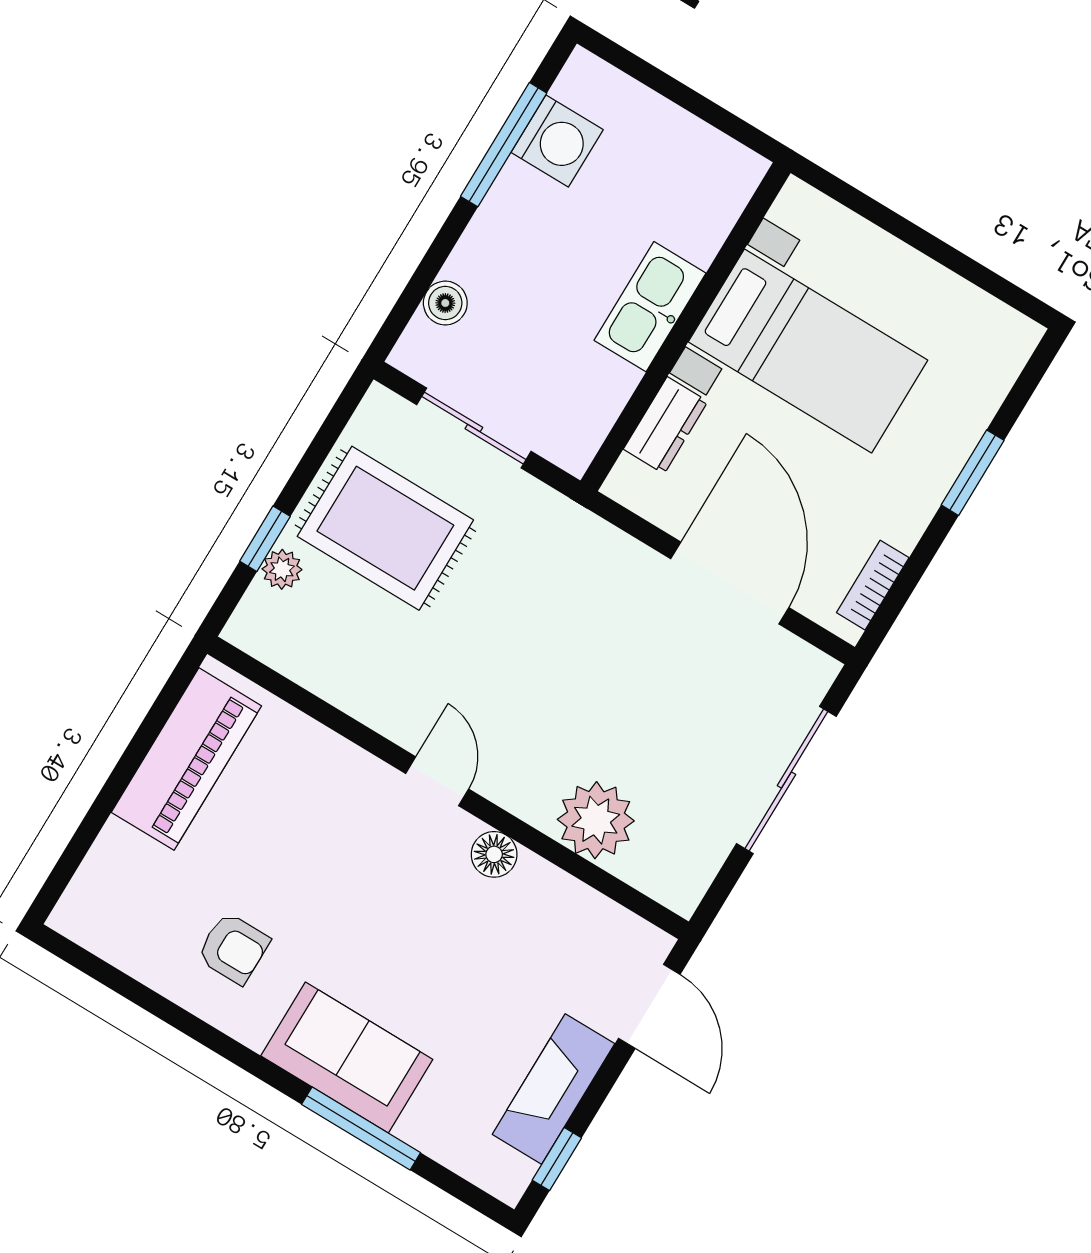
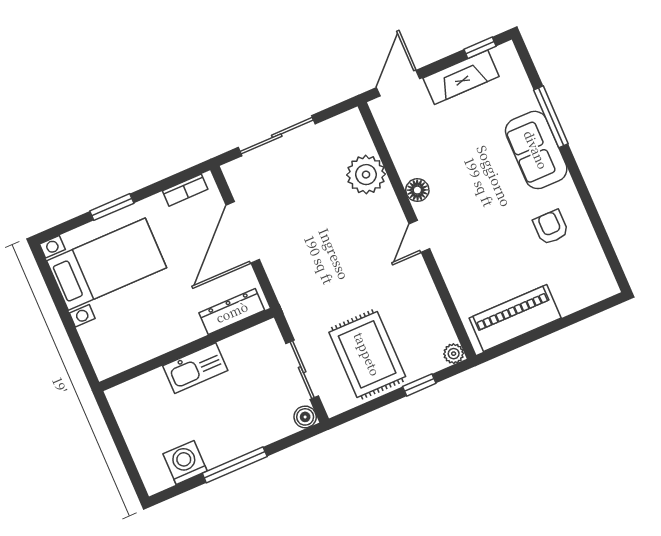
window: (504, 145) -> (235, 465), moved
boiler: (445, 303) -> (305, 417), moved
bed with nightstands: (808, 351) -> (107, 264), moved, turned 90
dresser: (666, 425) -> (232, 312), width x1.44
plant: (282, 569) -> (454, 354), moved

